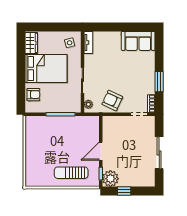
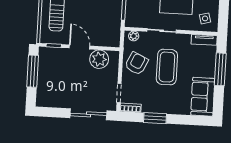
window: (113, 27) -> (220, 69), added
coffee table: (114, 74) -> (167, 67), added
sliding door: (159, 153) -> (88, 114), moved
plant: (110, 179) -> (99, 59), moved
window: (124, 191) -> (33, 71), width x2.17

